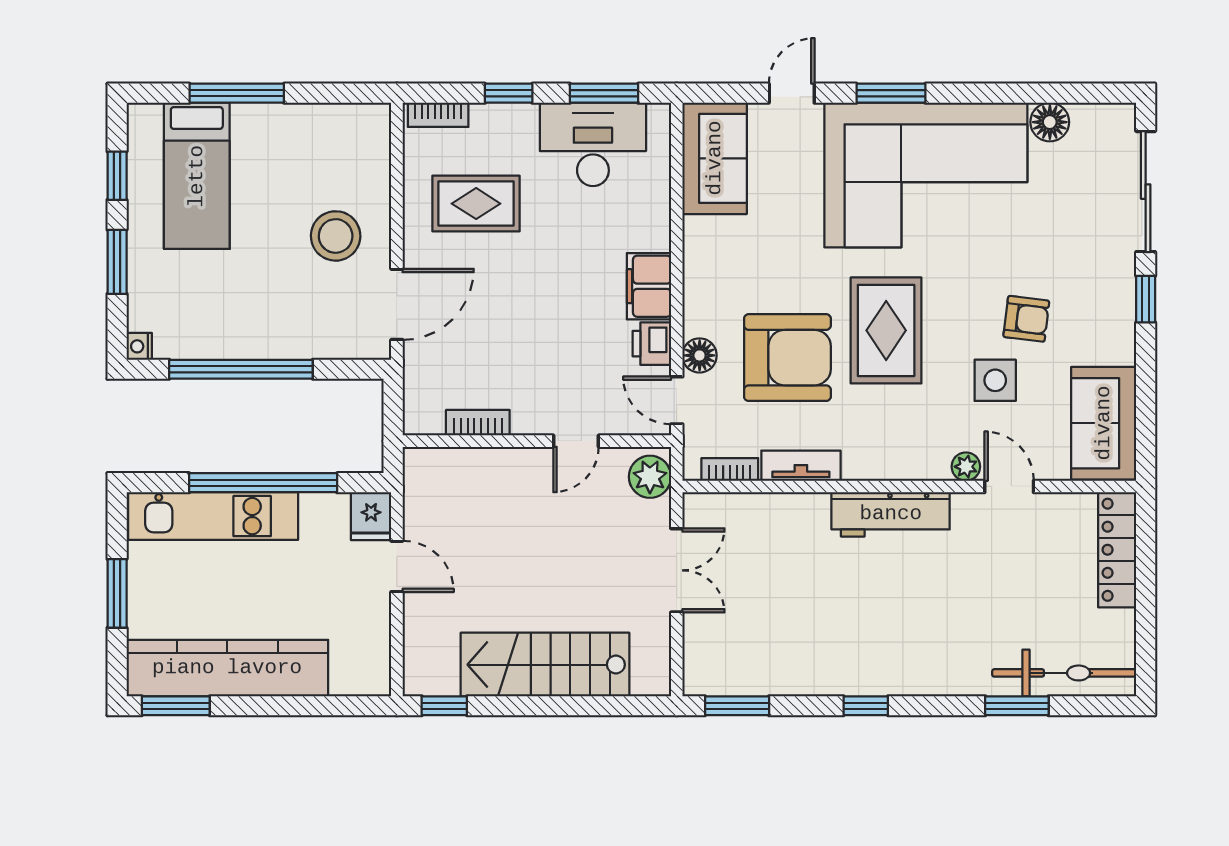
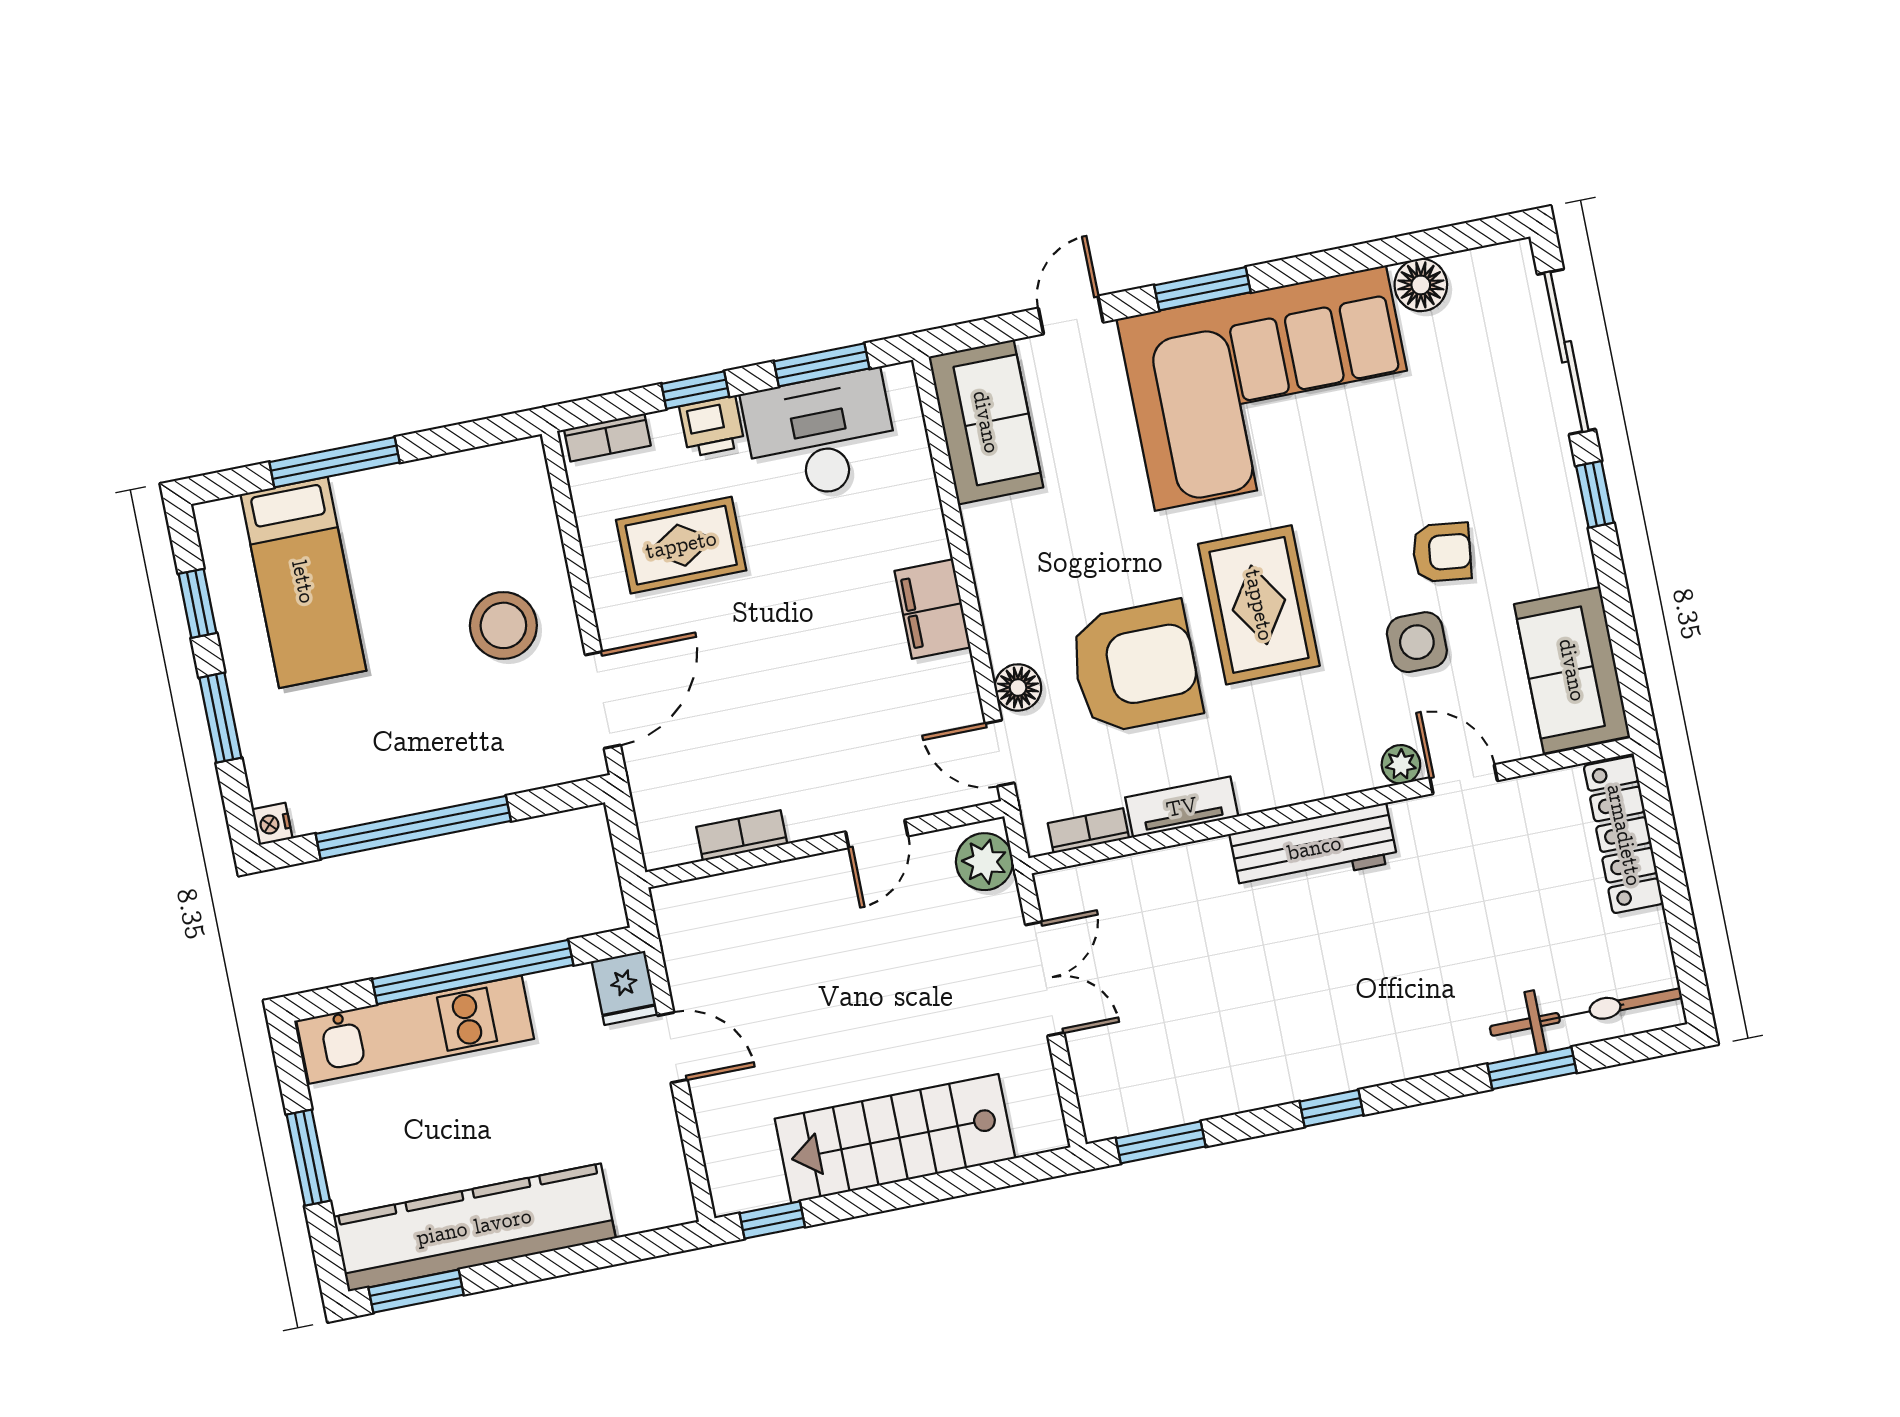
printer: (652, 344) -> (712, 426), moved, turned -90

